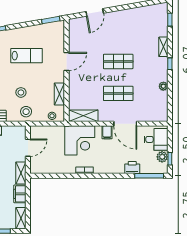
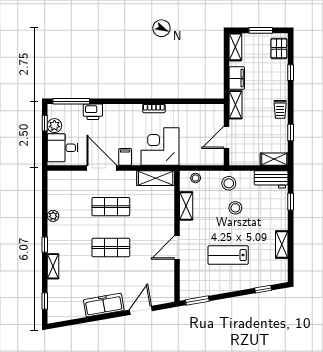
freezer: (124, 17) -> (104, 305), added

